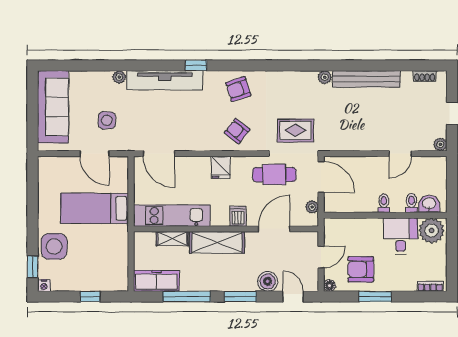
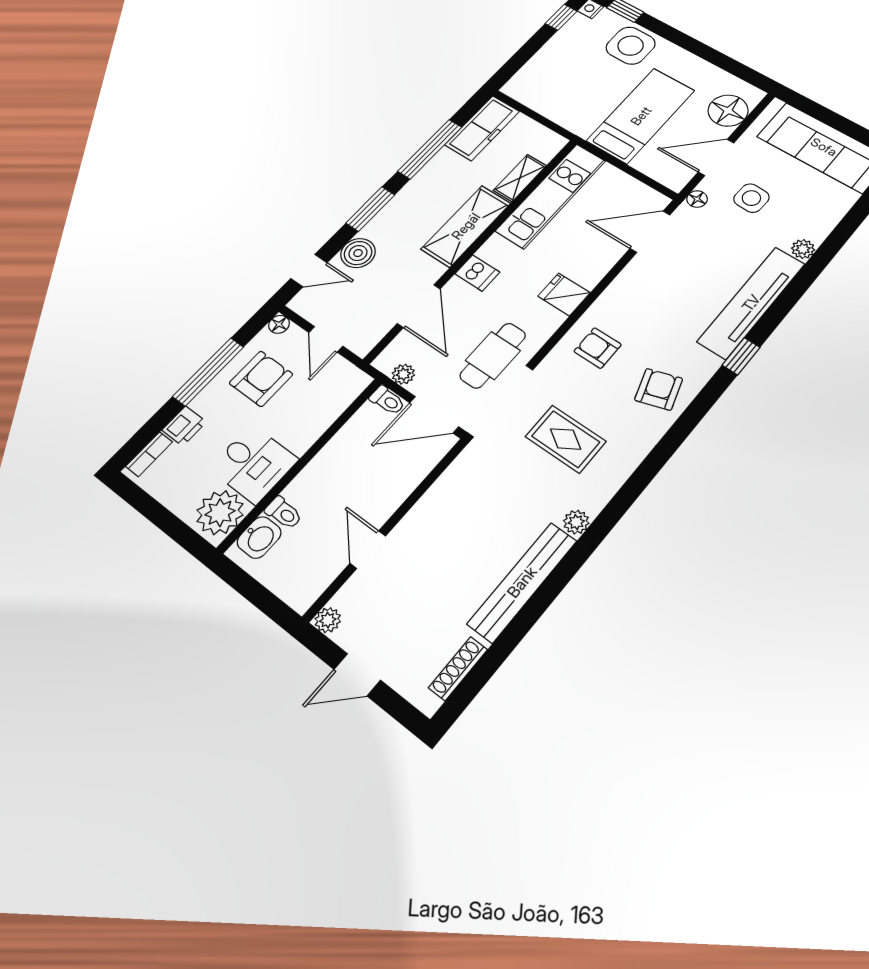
shoe rack: (425, 76) -> (458, 669), width x1.43
rug: (295, 130) -> (566, 439), moved, turned 90
armchair: (237, 131) -> (598, 348), turned -128
floor lamp: (125, 145) -> (697, 199), added
floor lamp: (62, 168) -> (728, 111), added
toilet: (384, 203) -> (387, 400), moved
printer: (407, 283) -> (184, 426), added
window: (90, 297) -> (561, 17), moved
window: (375, 297) -> (208, 372), width x1.44

